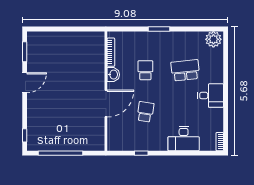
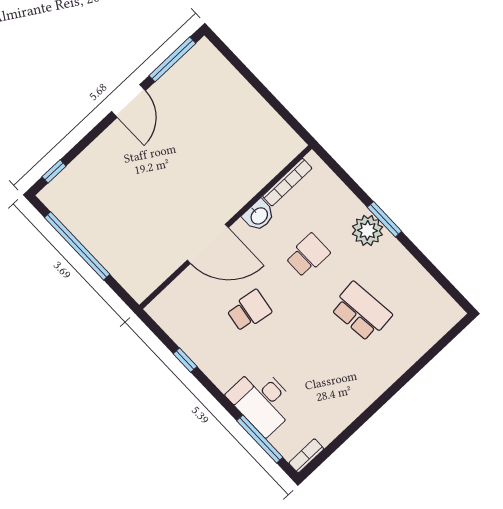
plant: (213, 39) -> (367, 230), moved
window: (25, 52) -> (172, 59), width x1.44
door: (25, 83) -> (128, 101), hinge flipped
desk: (211, 96) -> (359, 381), removed
window: (197, 153) -> (260, 439), added

